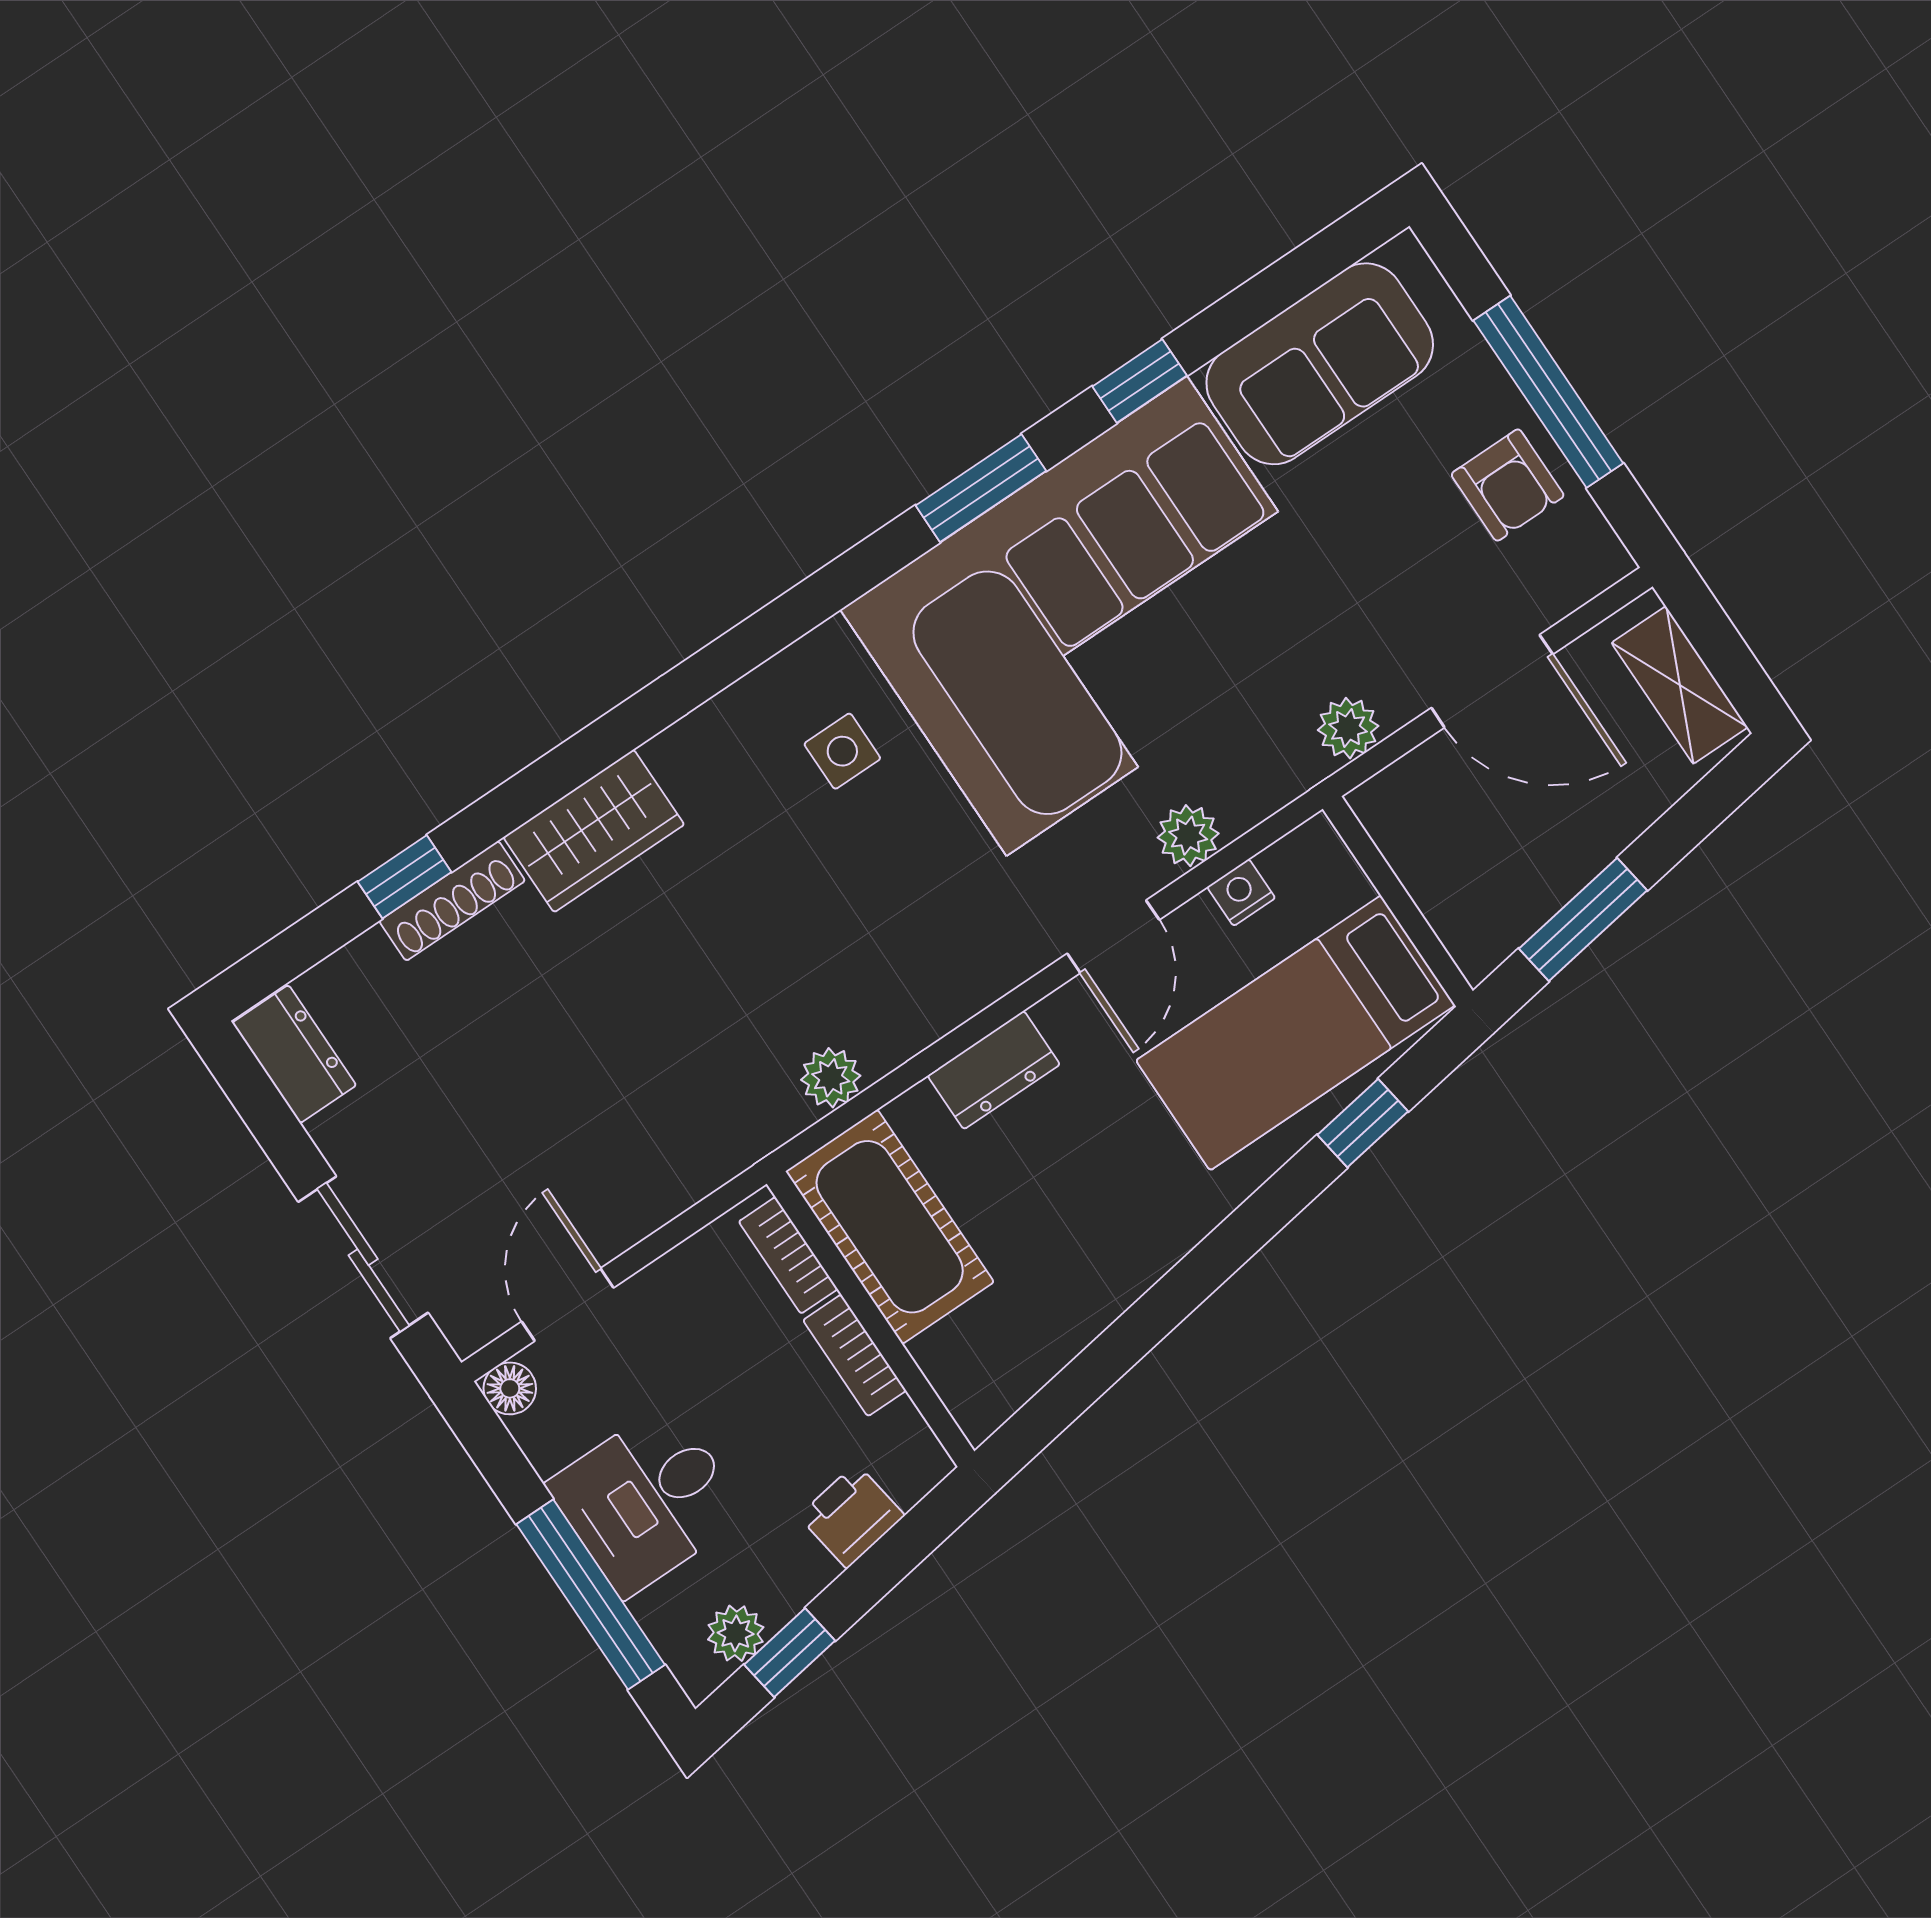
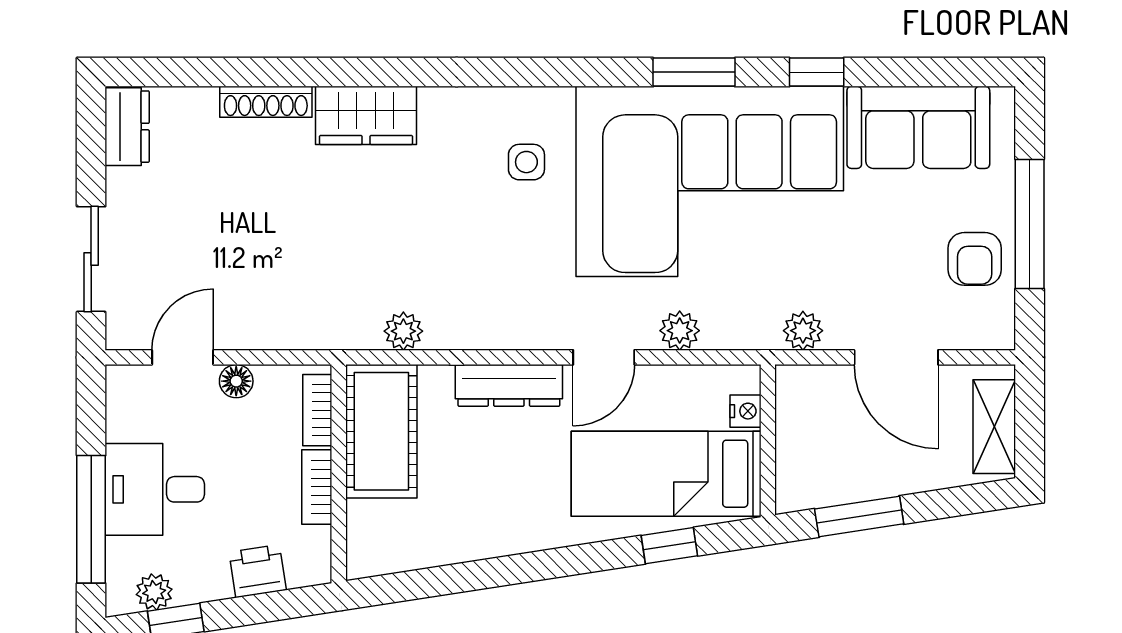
window: (405, 877) -> (249, 72), removed
nightstand: (1241, 892) -> (745, 411), moved, turned 90
dresser: (994, 1070) -> (509, 385), width x1.44
floor lamp: (510, 1388) -> (236, 381), moved

